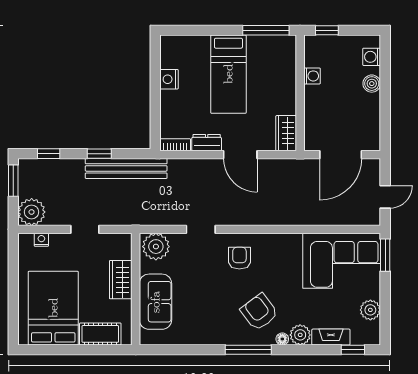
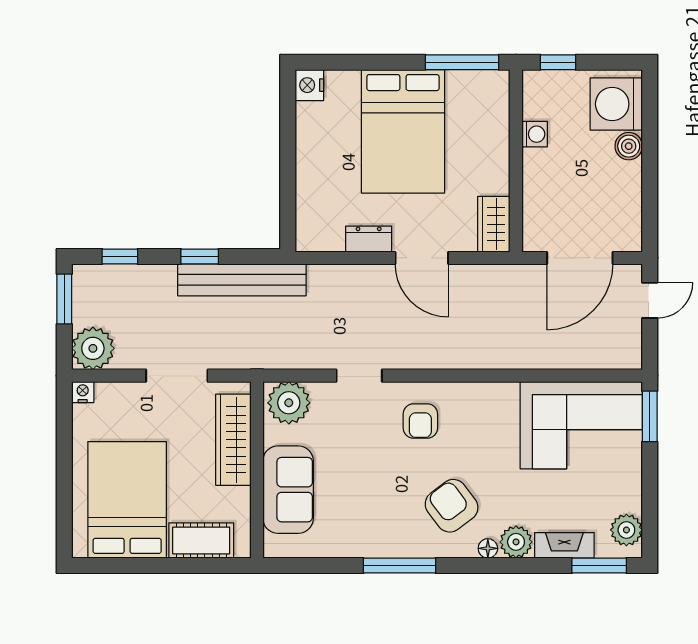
washing machine: (372, 57) -> (616, 104), width x1.89, depth x1.89
bed: (228, 74) -> (403, 131), width x1.50
nightstand: (169, 79) -> (309, 85), moved
bookcase: (175, 145) -> (319, 242), removed
door: (385, 197) -> (650, 300), moved
doorway: (85, 229) -> (177, 376), width x1.38
nightstand: (41, 240) -> (83, 392), moved
armchair: (239, 258) -> (420, 421), turned 180
wardrobe: (121, 280) -> (233, 440), width x1.50
plant: (370, 310) -> (626, 530), moved
window: (248, 350) -> (399, 565), moved
window: (353, 350) -> (599, 565), width x1.50

